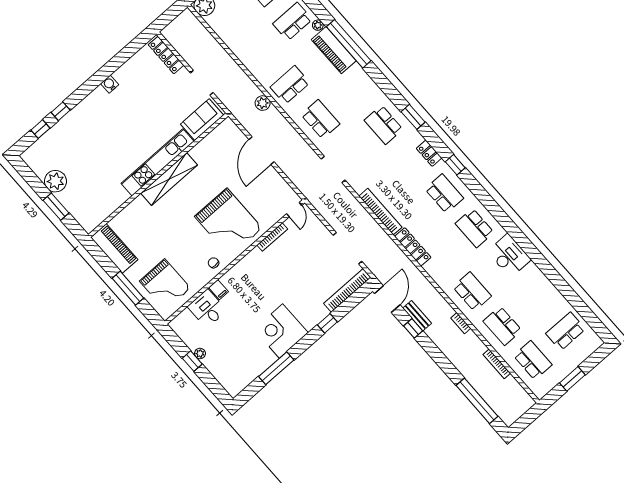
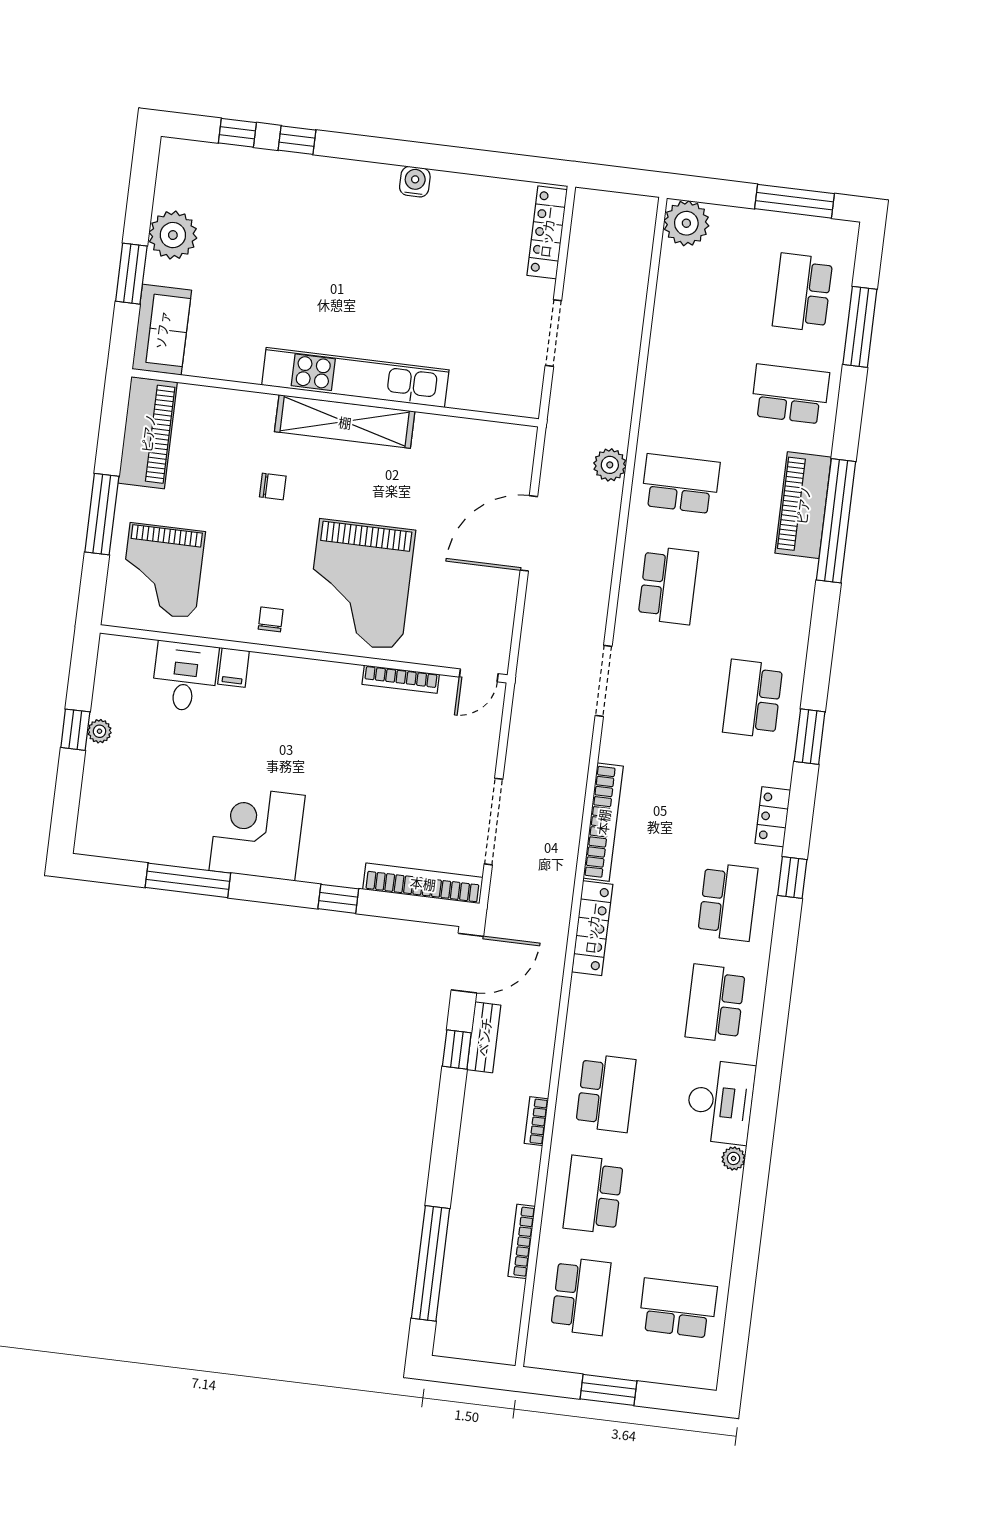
plant: (318, 25) -> (734, 1158), moved
sofa: (202, 120) -> (162, 330), moved, turned 90
chair: (169, 223) -> (273, 486), added

